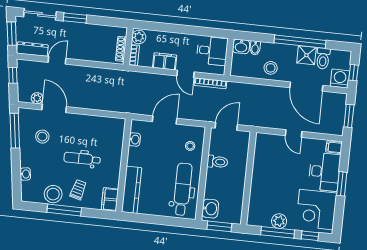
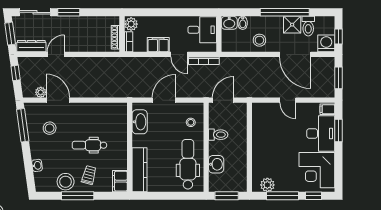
washbasin: (135, 140) -> (140, 122), width x1.91, depth x1.45
window: (342, 184) -> (339, 130), moved
washbasin: (210, 209) -> (216, 164), moved
plant: (279, 221) -> (267, 185), moved

